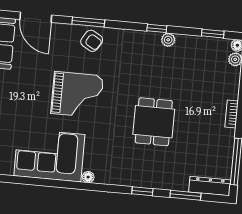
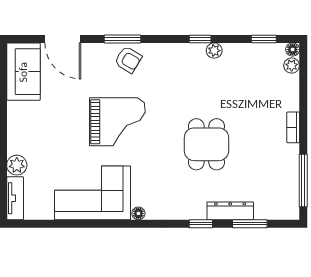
dresser: (210, 186) -> (230, 211), moved

